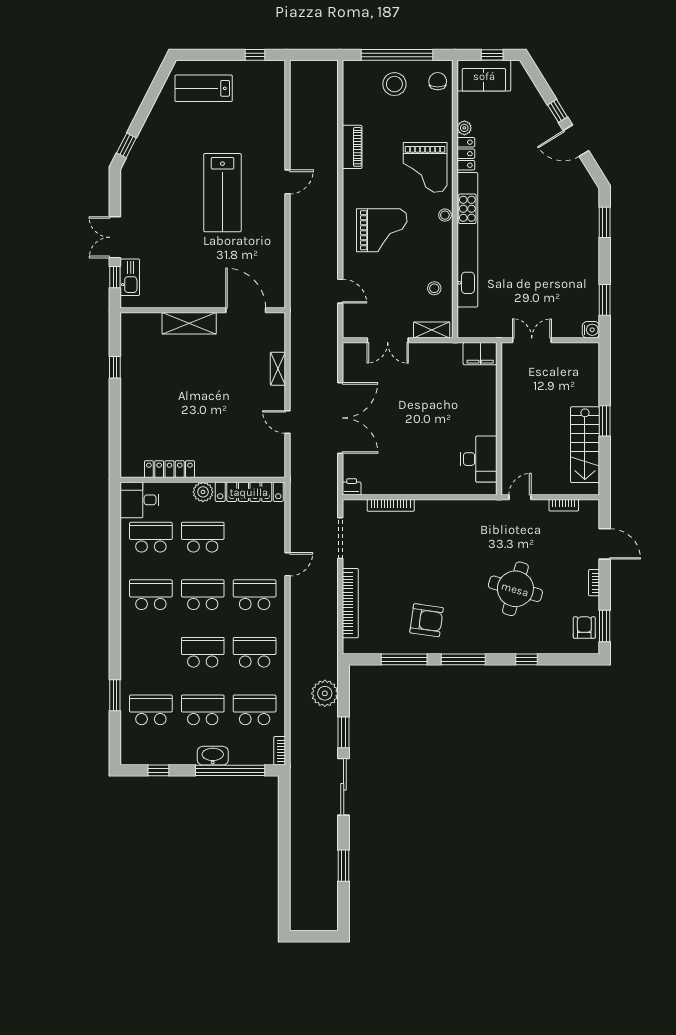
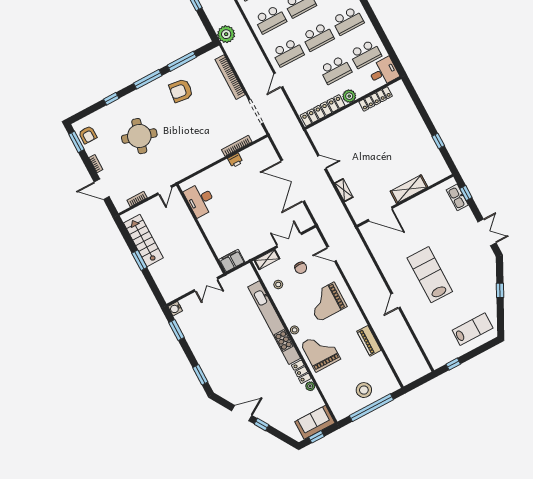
chair: (438, 81) -> (301, 268), moved
window: (126, 145) -> (500, 290), moved
double door: (115, 237) -> (487, 232), moved
printer: (352, 487) -> (235, 160), moved
plant: (325, 693) -> (226, 34), moved

